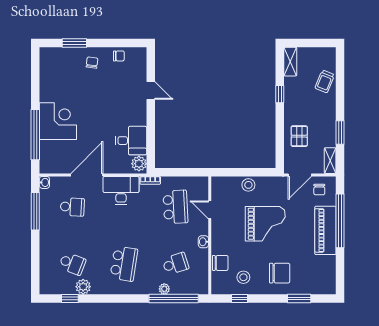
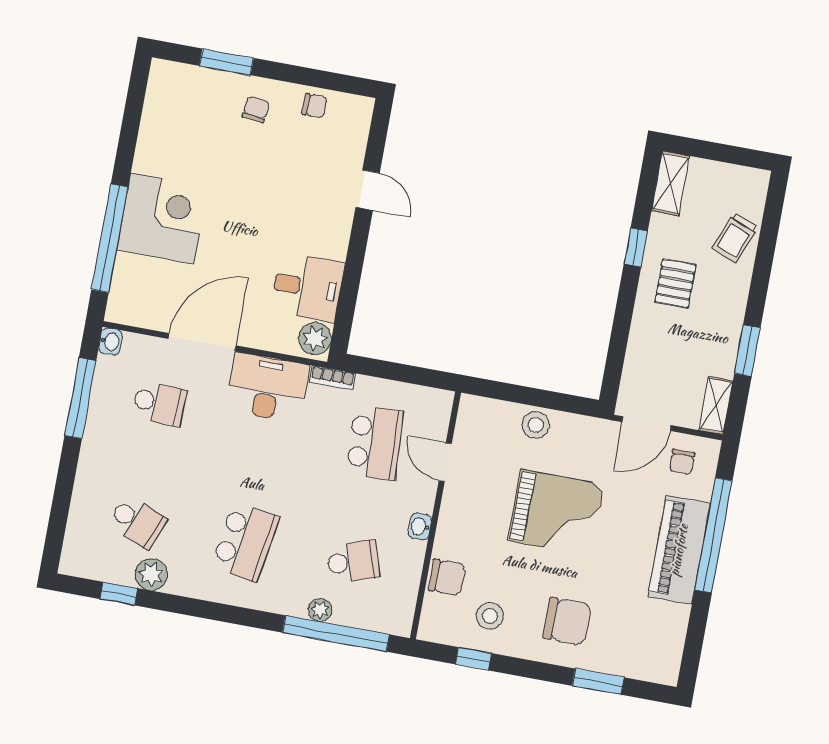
pallet: (299, 136) -> (675, 283), moved

